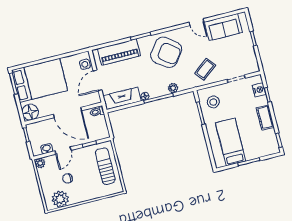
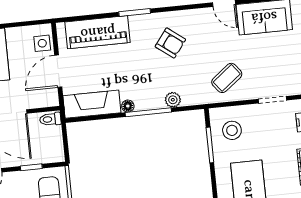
armchair: (166, 52) -> (170, 43), width x0.53, depth x0.53

